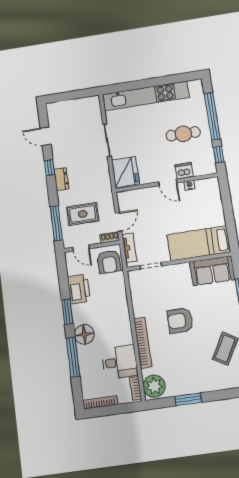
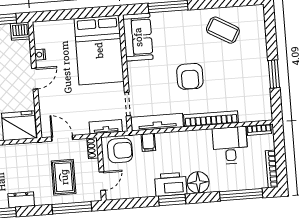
dishwasher: (184, 171) -> (20, 31), moved, turned -90
door: (118, 222) -> (62, 138), moved
bed: (199, 243) -> (99, 50), width x1.50
filing cabinet: (118, 287) -> (148, 142), added
printer: (79, 289) -> (171, 184), moved
tv unit: (137, 294) -> (157, 122), added
window: (73, 357) -> (241, 195), moved
plant: (154, 386) -> (258, 110), removed

